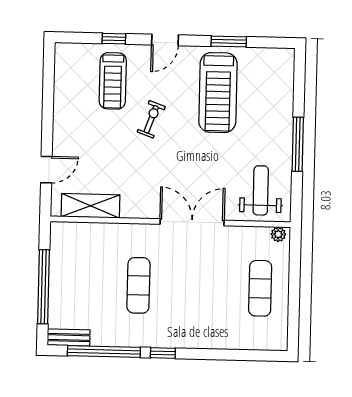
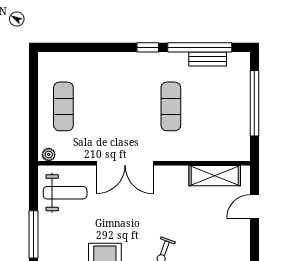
weight bench: (261, 190) -> (65, 193), turned -90
bench: (69, 338) -> (208, 59), moved

